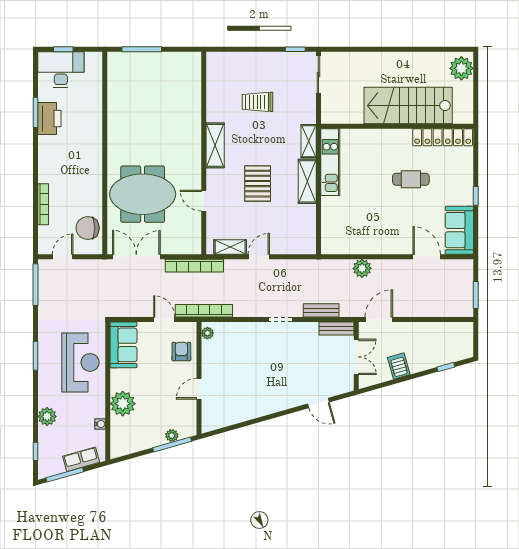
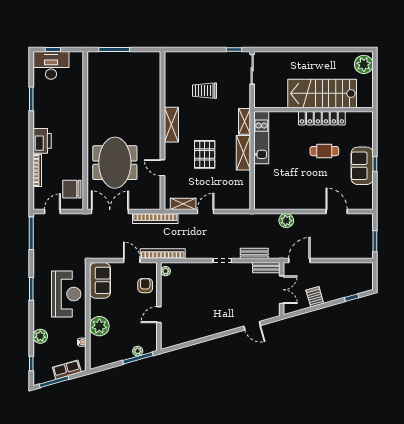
printer: (49, 118) -> (42, 141), moved
locker: (443, 137) -> (322, 118), moved
meeting table: (143, 194) -> (115, 163), turned 90
sofa: (459, 230) -> (362, 166), moved

